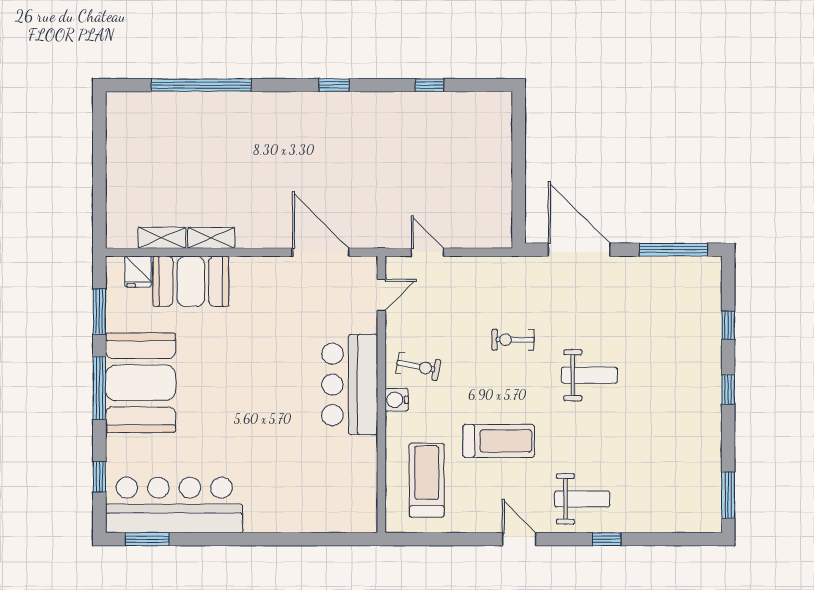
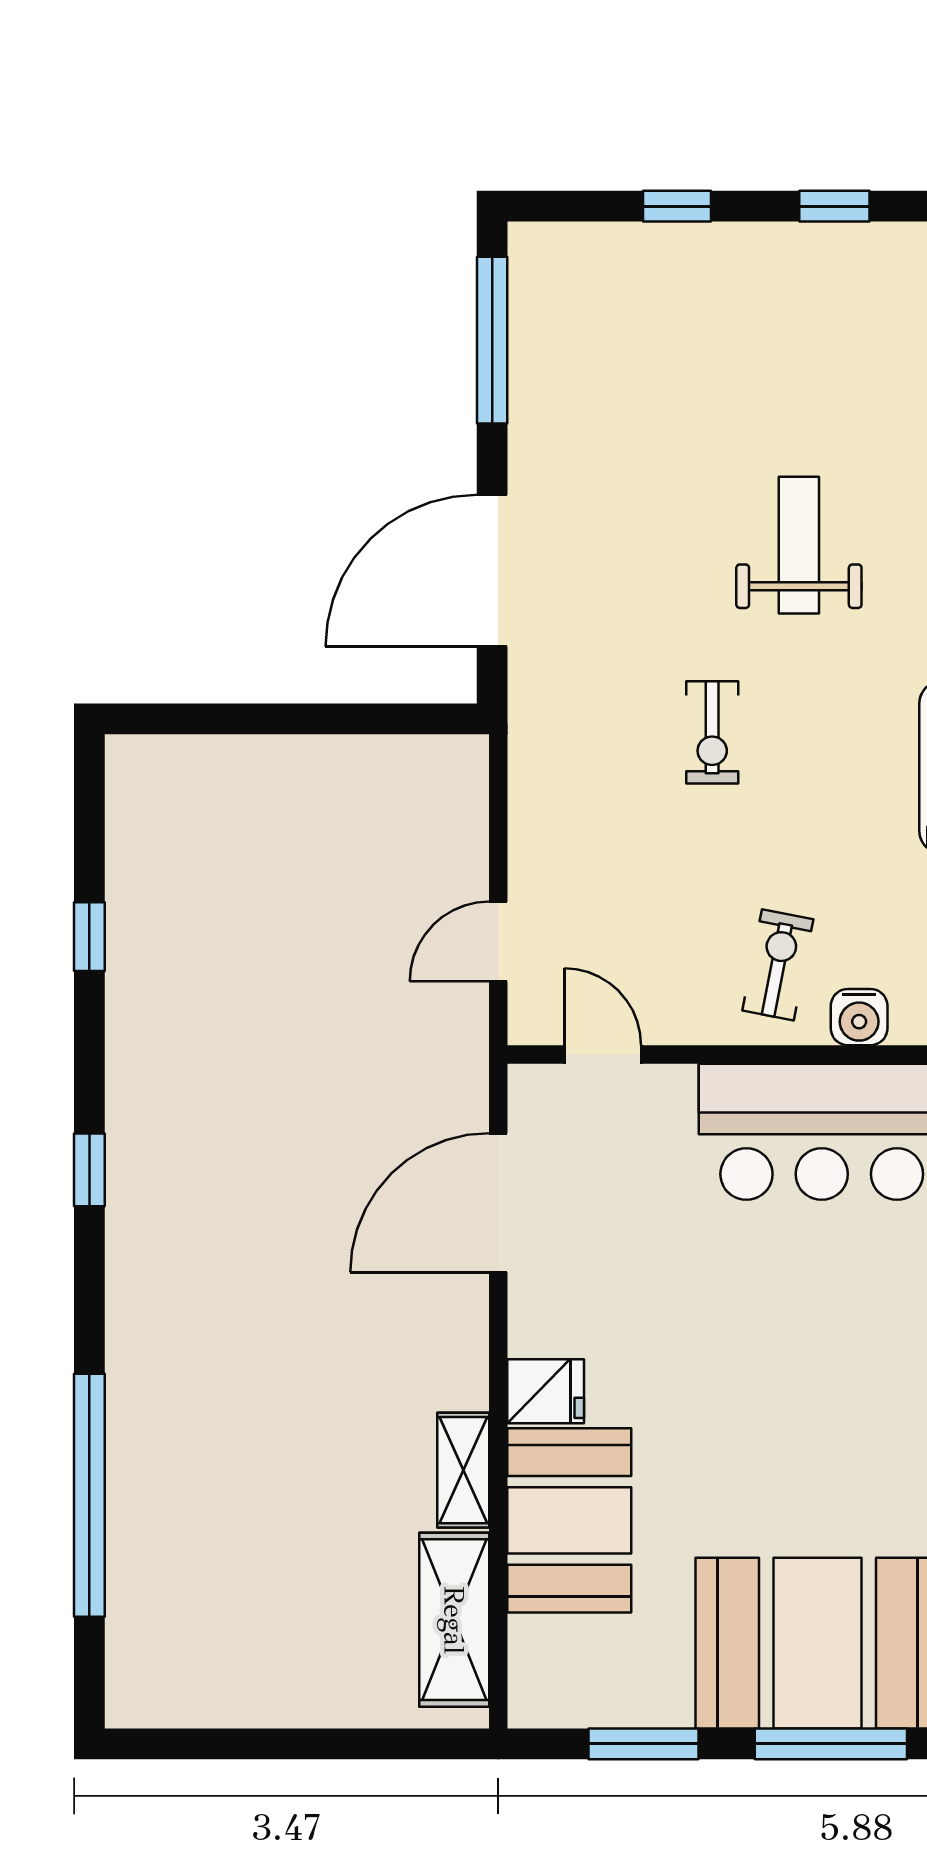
shelving: (162, 238) -> (454, 1620), width x1.50, depth x1.33
fridge: (138, 272) -> (546, 1391), moved

